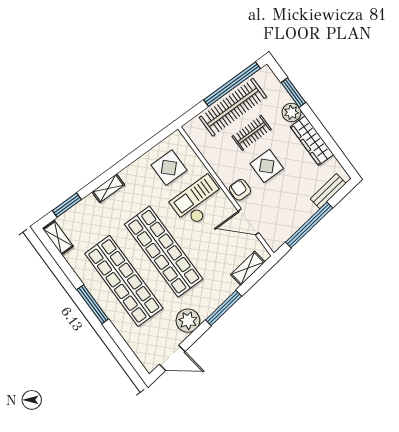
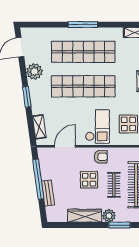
armchair: (240, 190) -> (101, 157), moved
bench: (328, 191) -> (48, 193), moved
window: (224, 308) -> (27, 97), width x0.69

